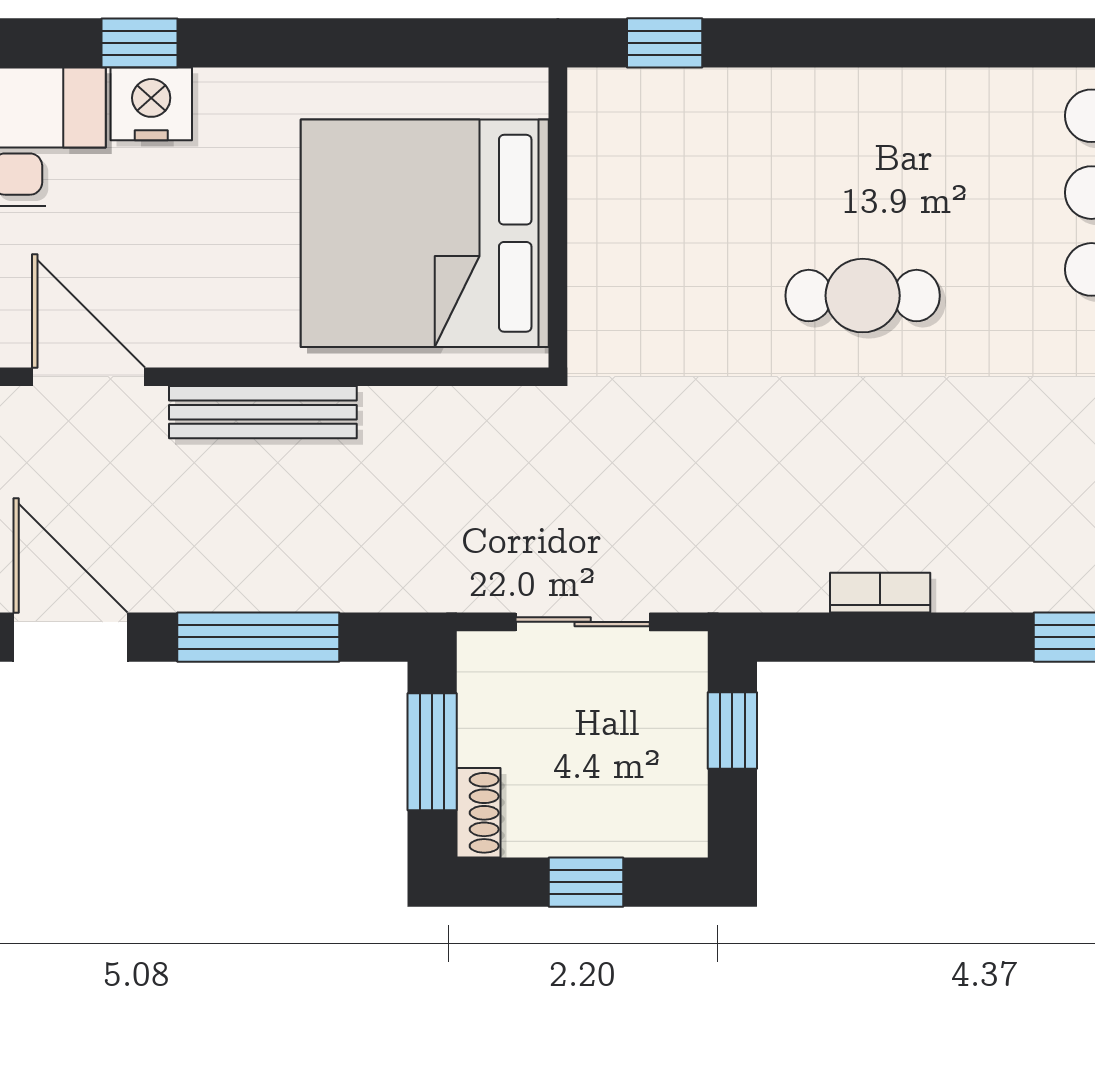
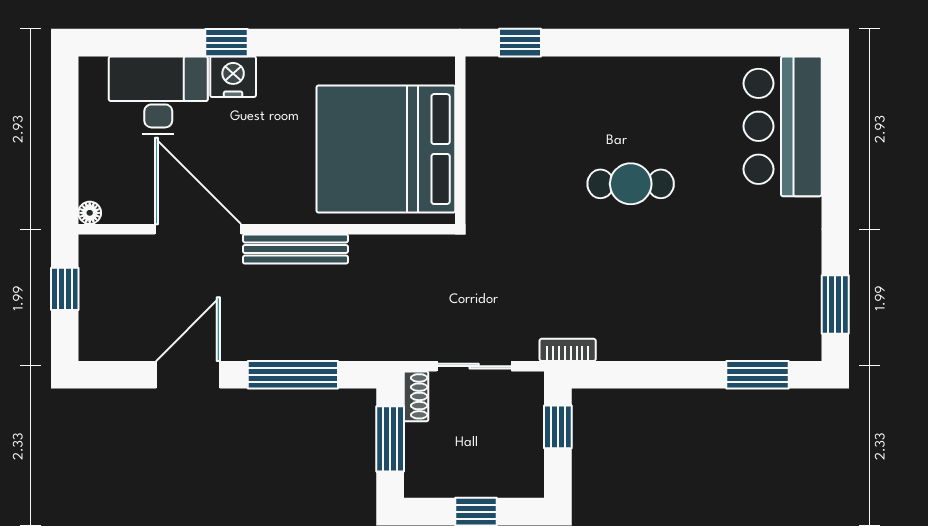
door: (89, 377) -> (198, 229), width x1.36
bookcase: (880, 593) -> (568, 350), moved
door: (70, 637) -> (188, 375), hinge flipped
shoe rack: (479, 813) -> (416, 396), moved

